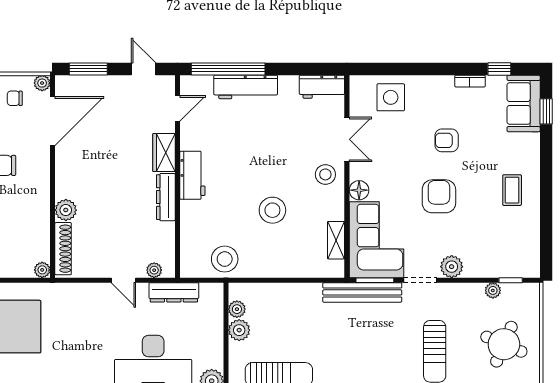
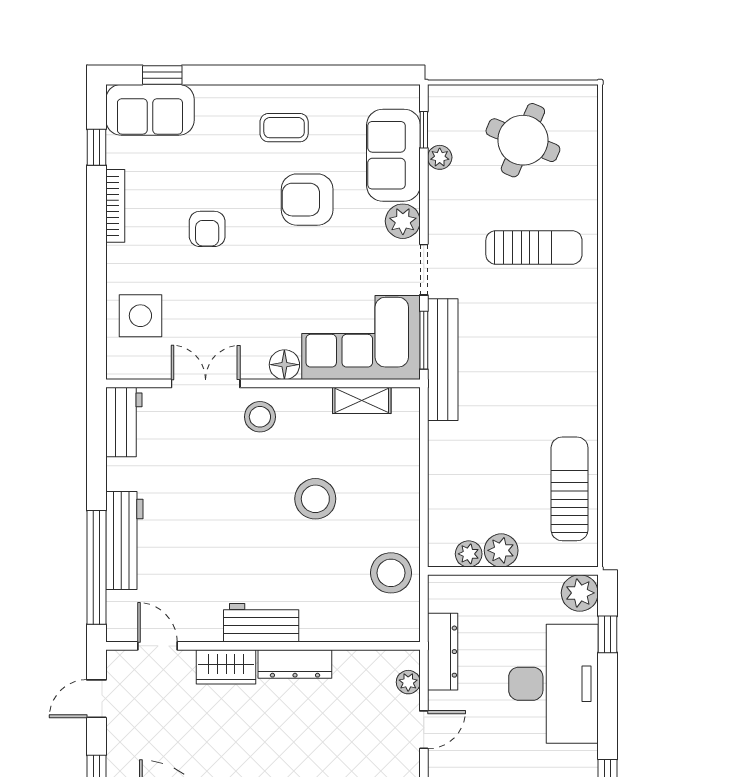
bookcase: (470, 81) -> (115, 206), width x1.56
armchair: (439, 196) -> (307, 200), moved
sofa: (494, 261) -> (393, 155), added

